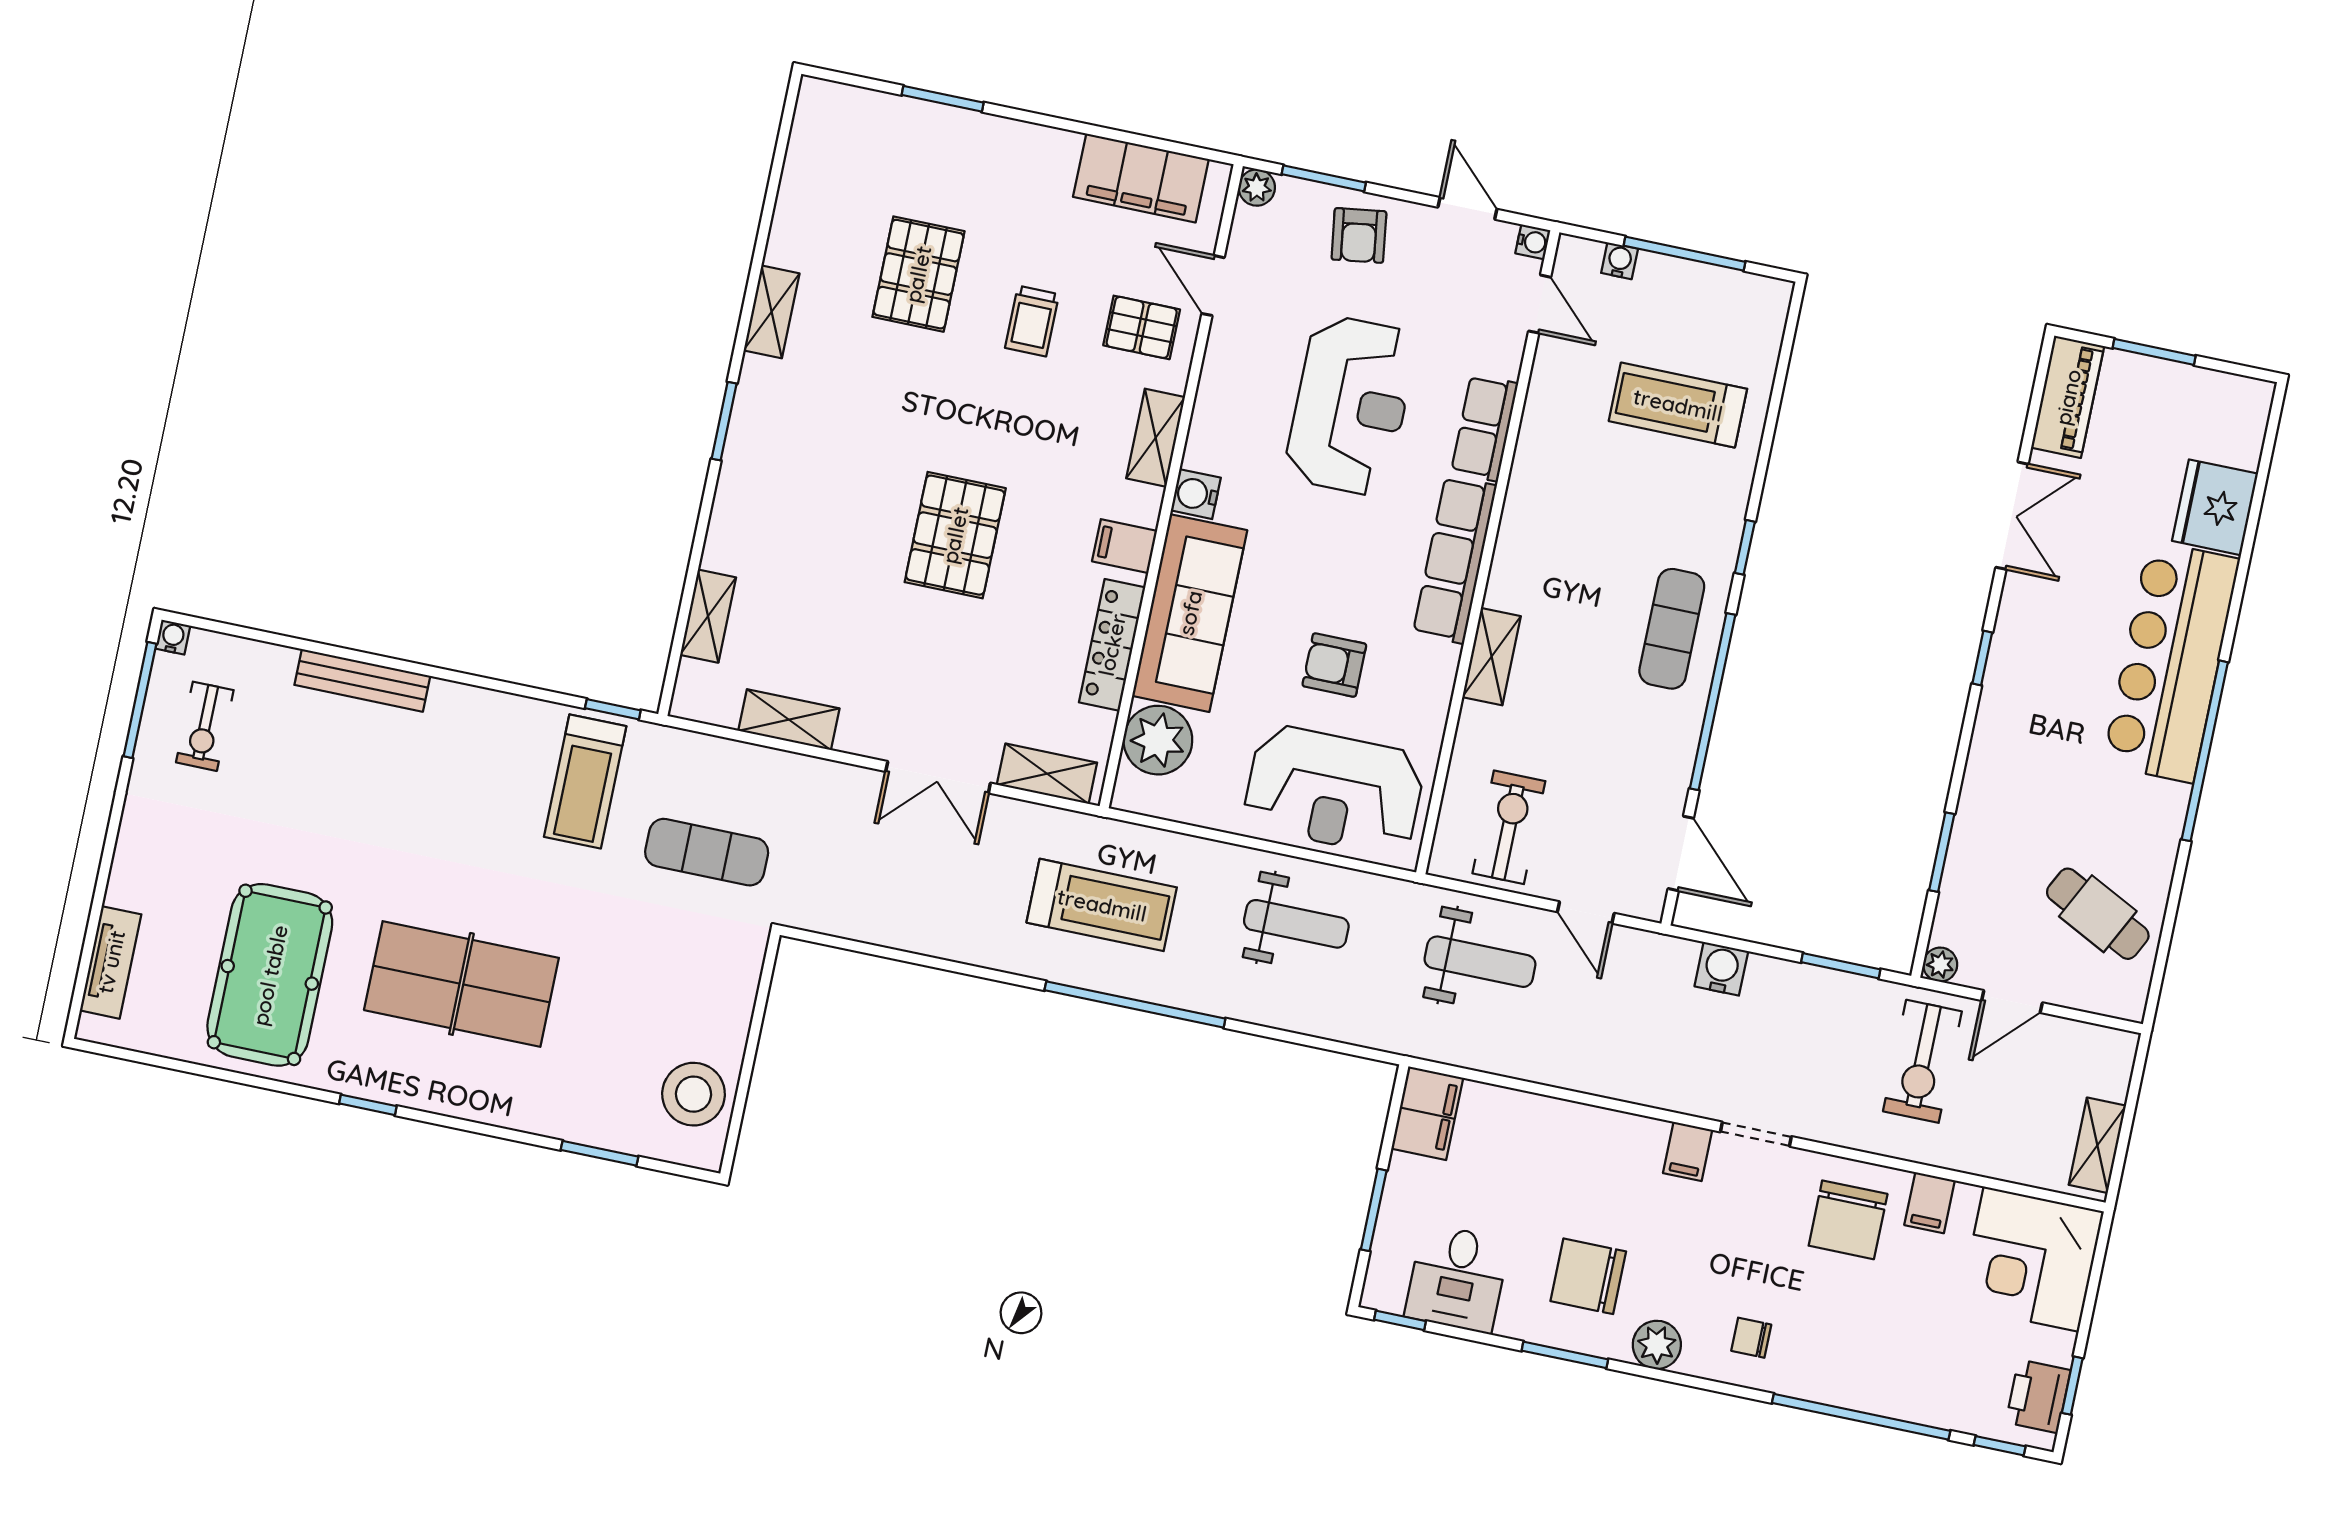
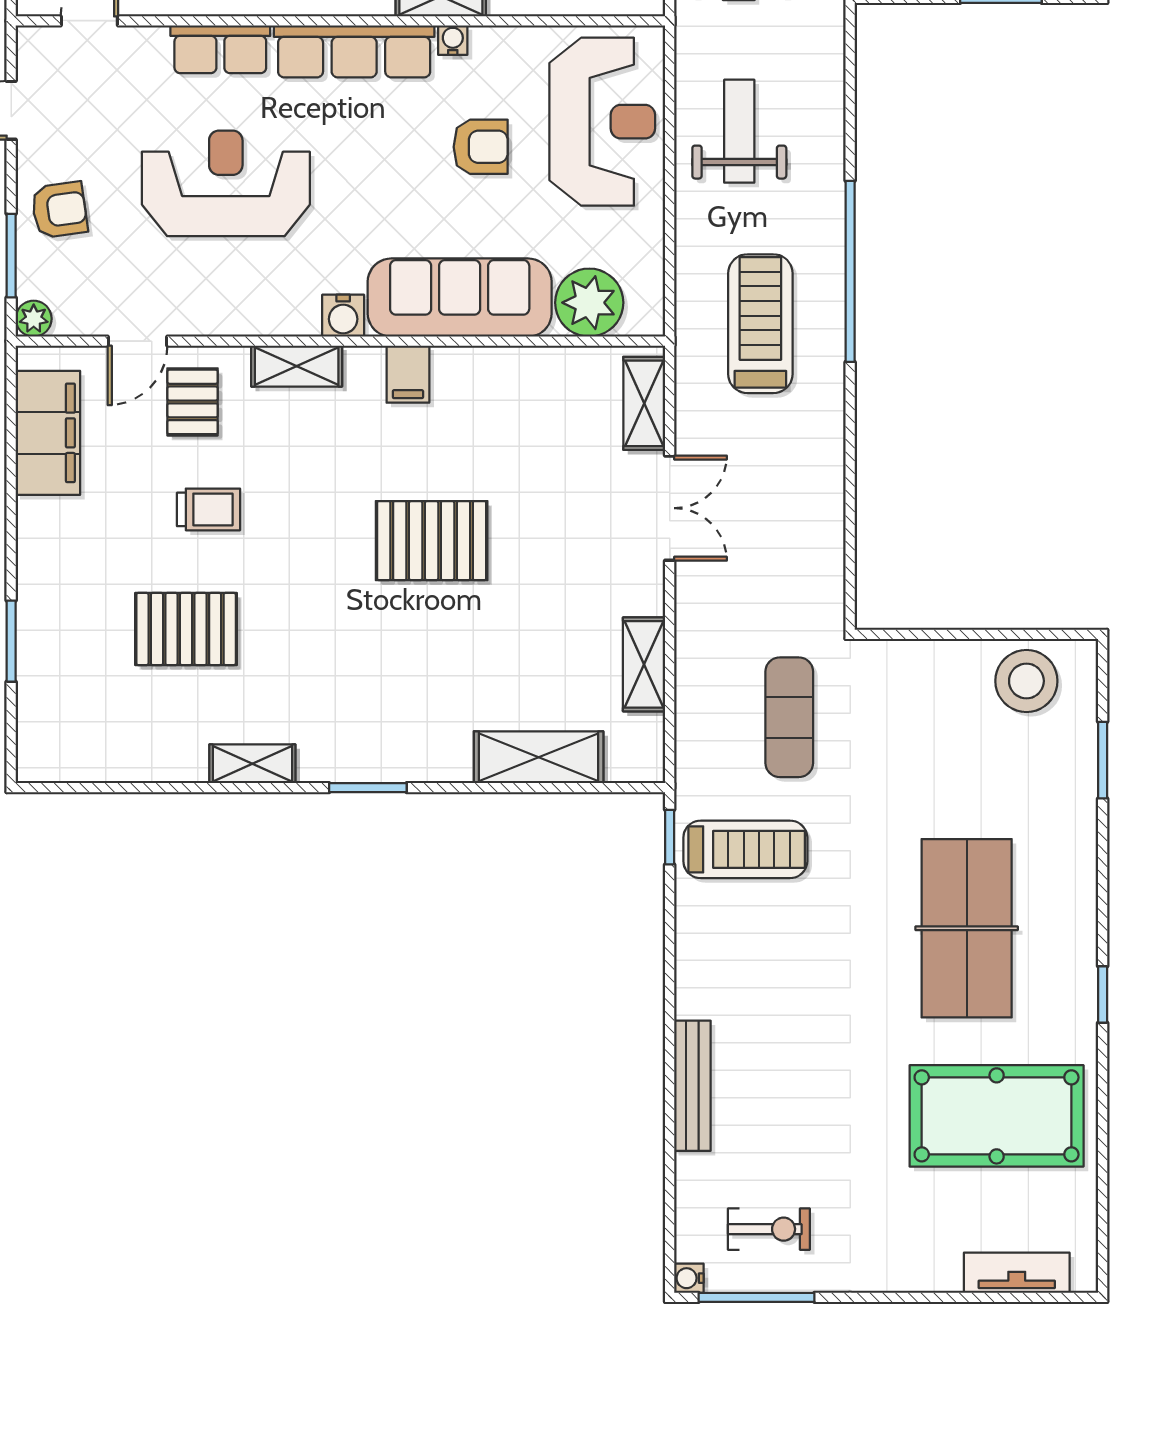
water cooler: (1533, 242) -> (453, 40), moved
shelving: (708, 616) -> (539, 757), width x1.50, depth x1.33
locker: (1112, 645) -> (506, 366), removed
armchair: (1334, 665) -> (481, 147), turned -90

